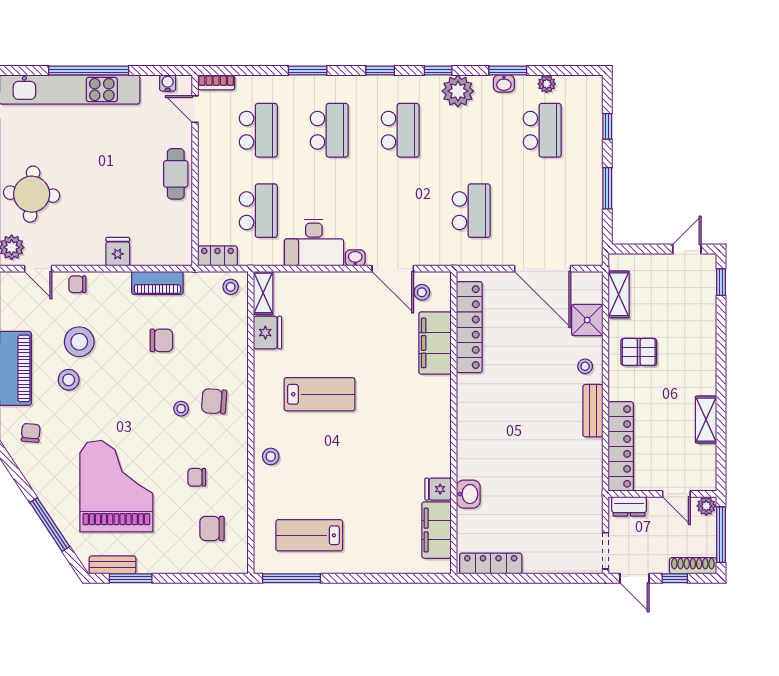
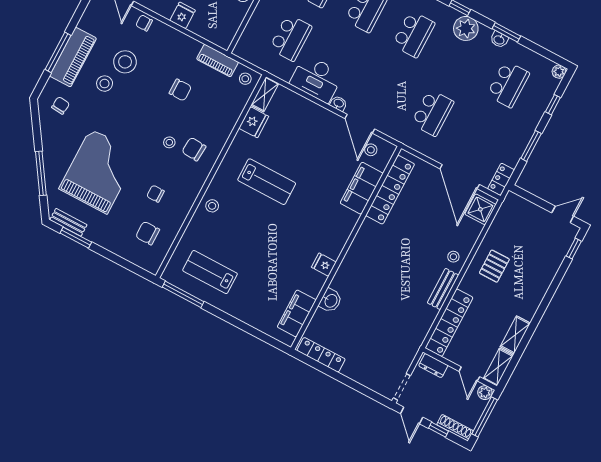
plant: (547, 84) -> (559, 72), moved
locker: (217, 256) -> (501, 179), moved, turned -90
piano: (157, 283) -> (217, 61), moved
shelving: (619, 294) -> (498, 367), moved
shower: (587, 320) -> (480, 209), moved
pallet: (639, 352) -> (494, 266), turned 90
fridge: (438, 489) -> (324, 265), moved

